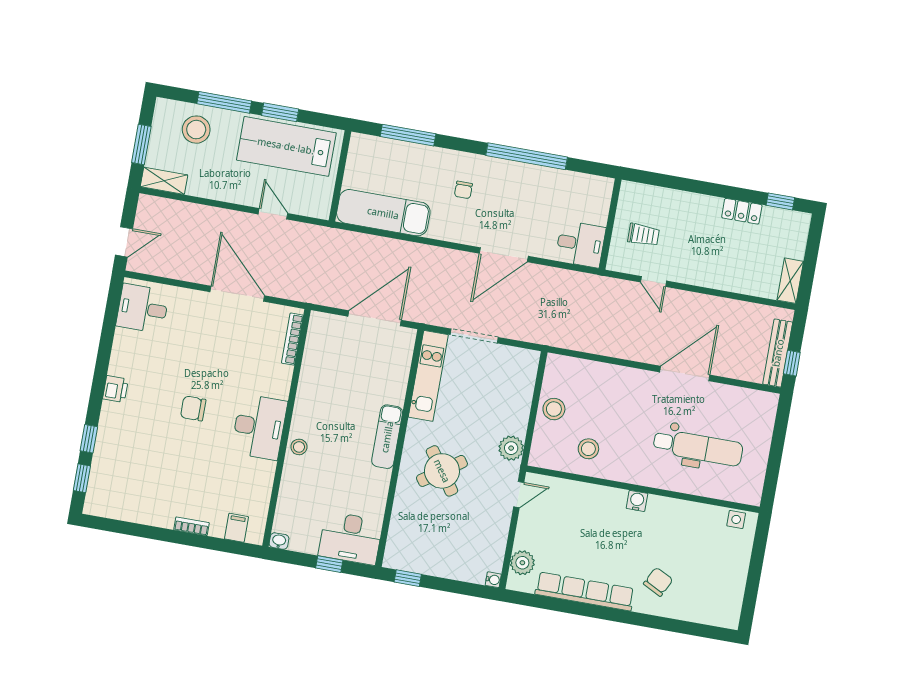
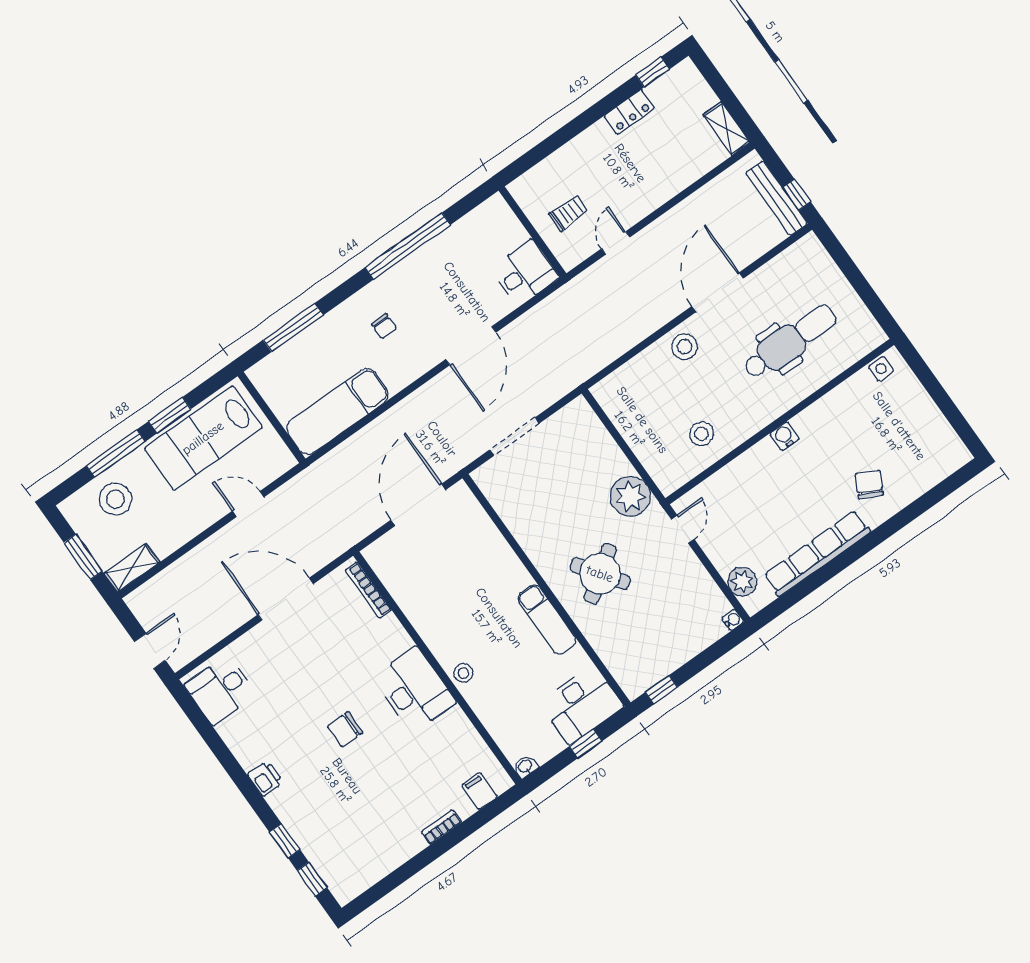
door: (653, 281) -> (616, 243), swing flipped
kitchen unit: (428, 376) -> (510, 507), removed
stool: (554, 409) -> (685, 347), moved
exam couch: (387, 437) -> (547, 619), moved
plant: (511, 448) -> (630, 496), width x1.36, depth x1.36

